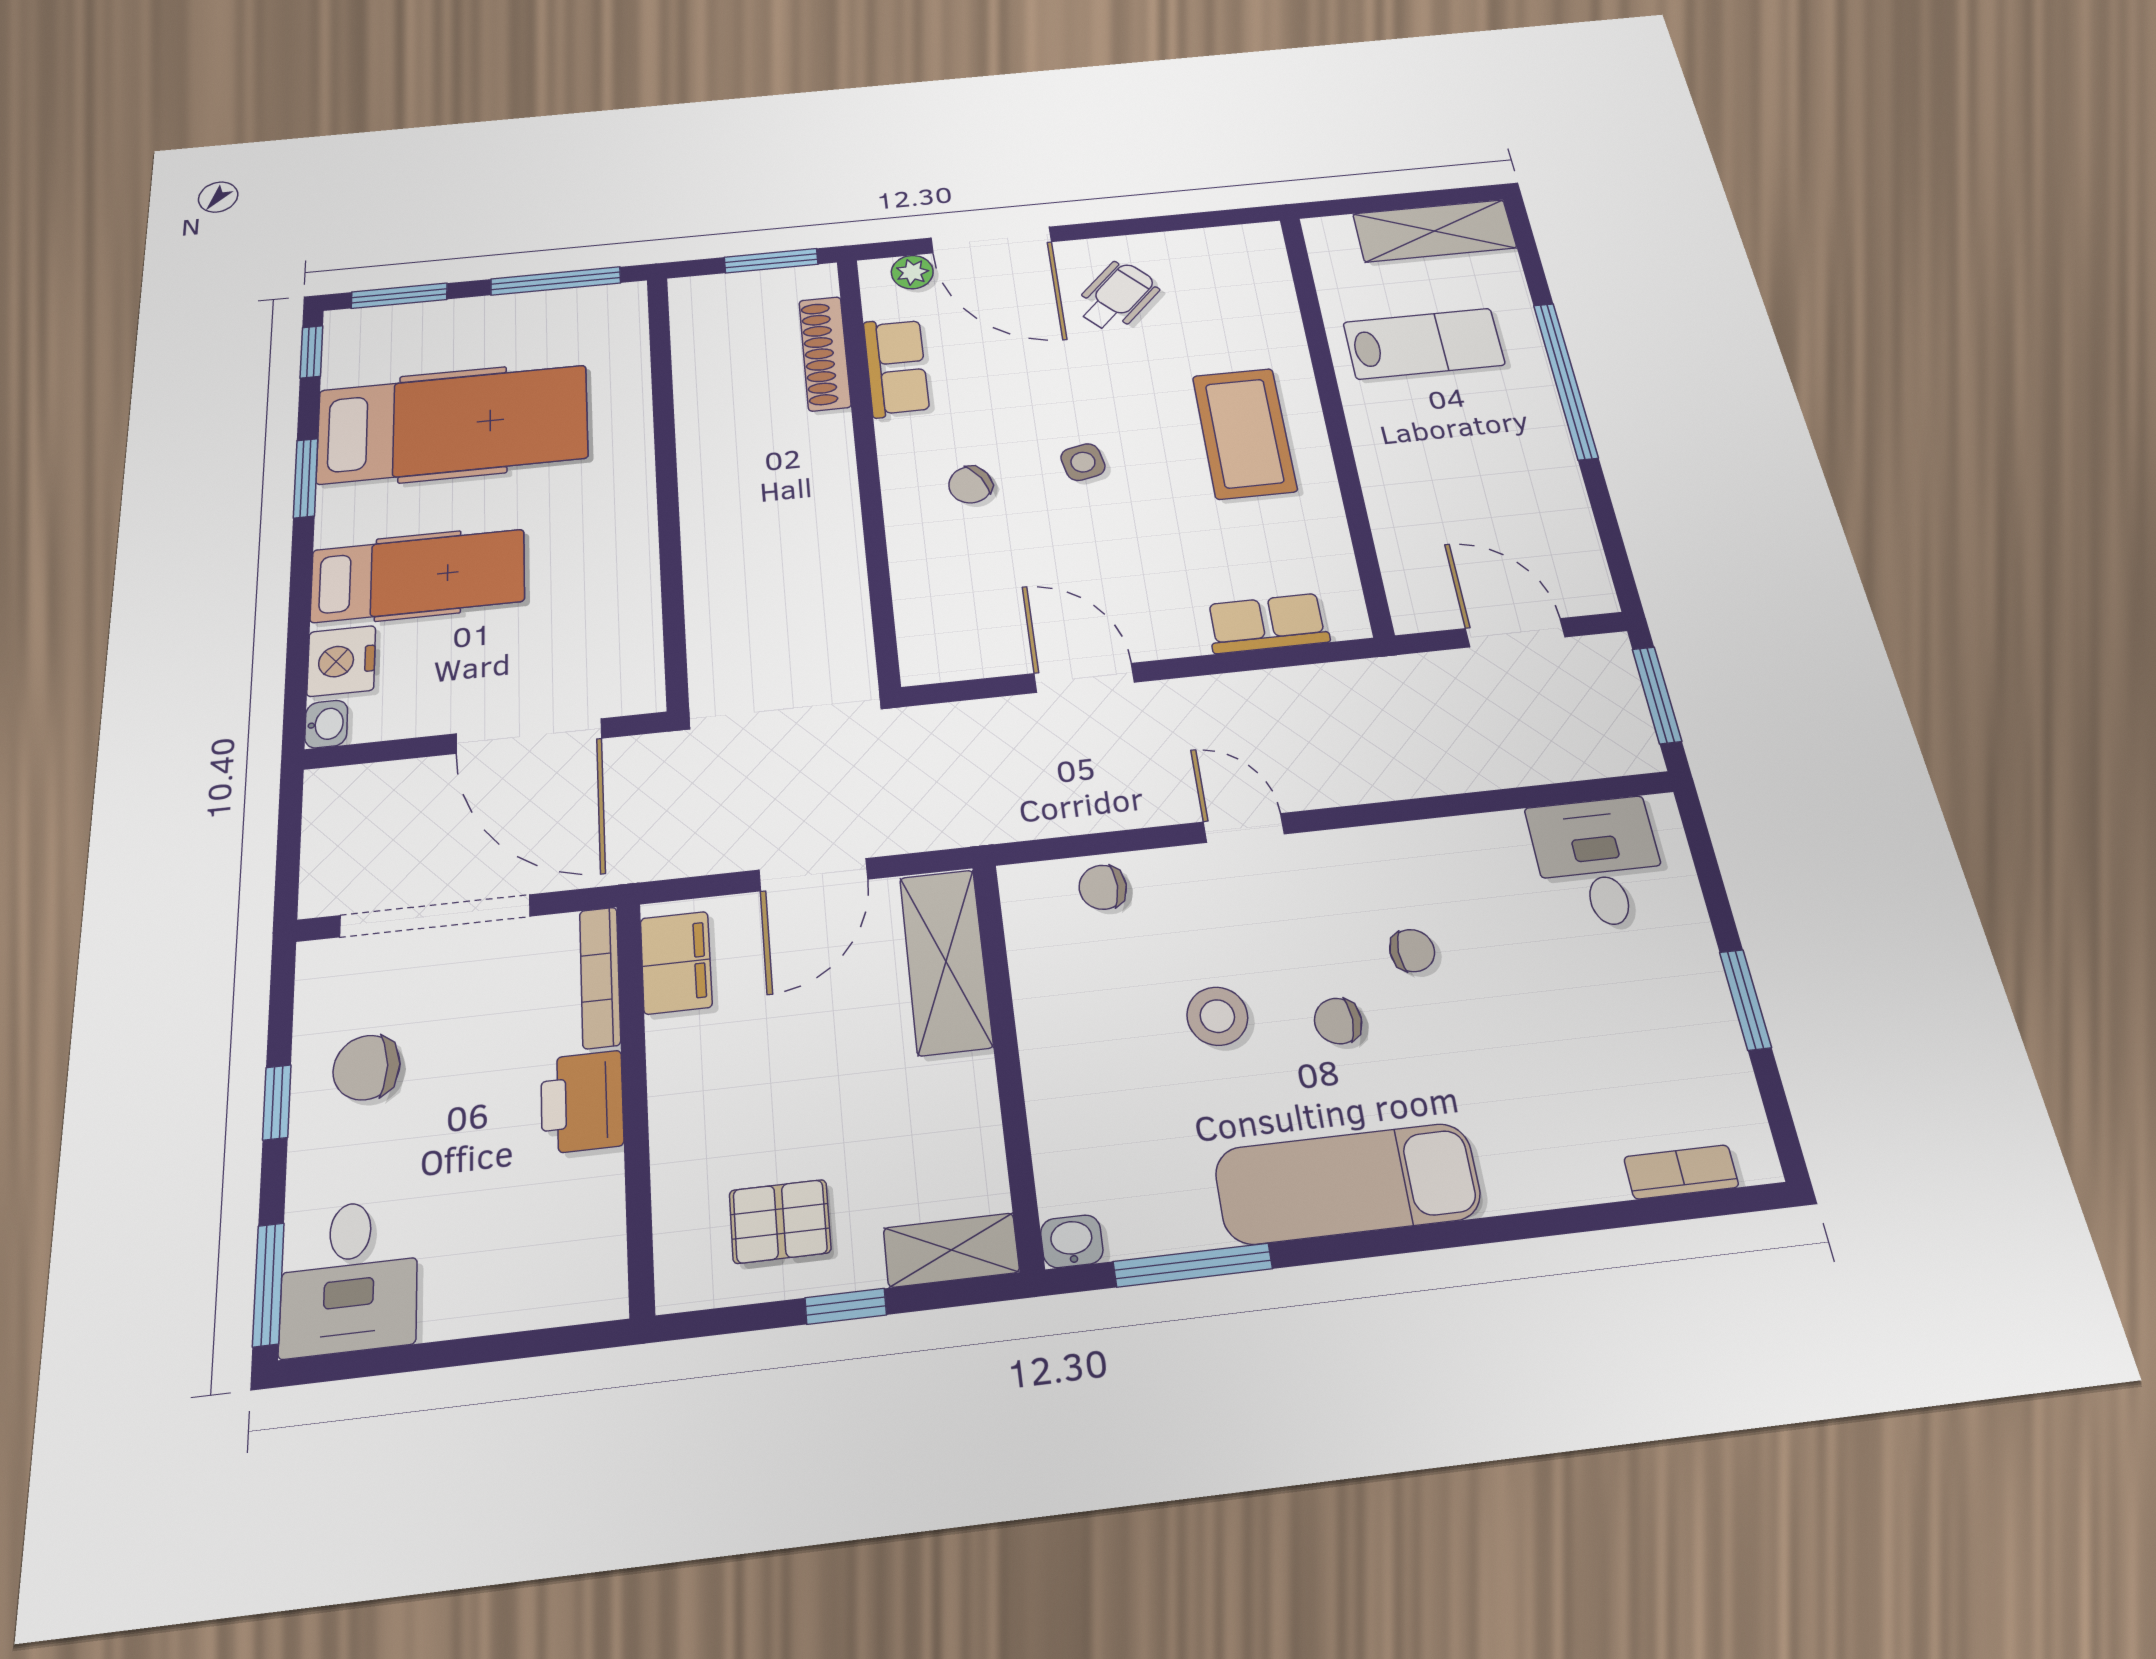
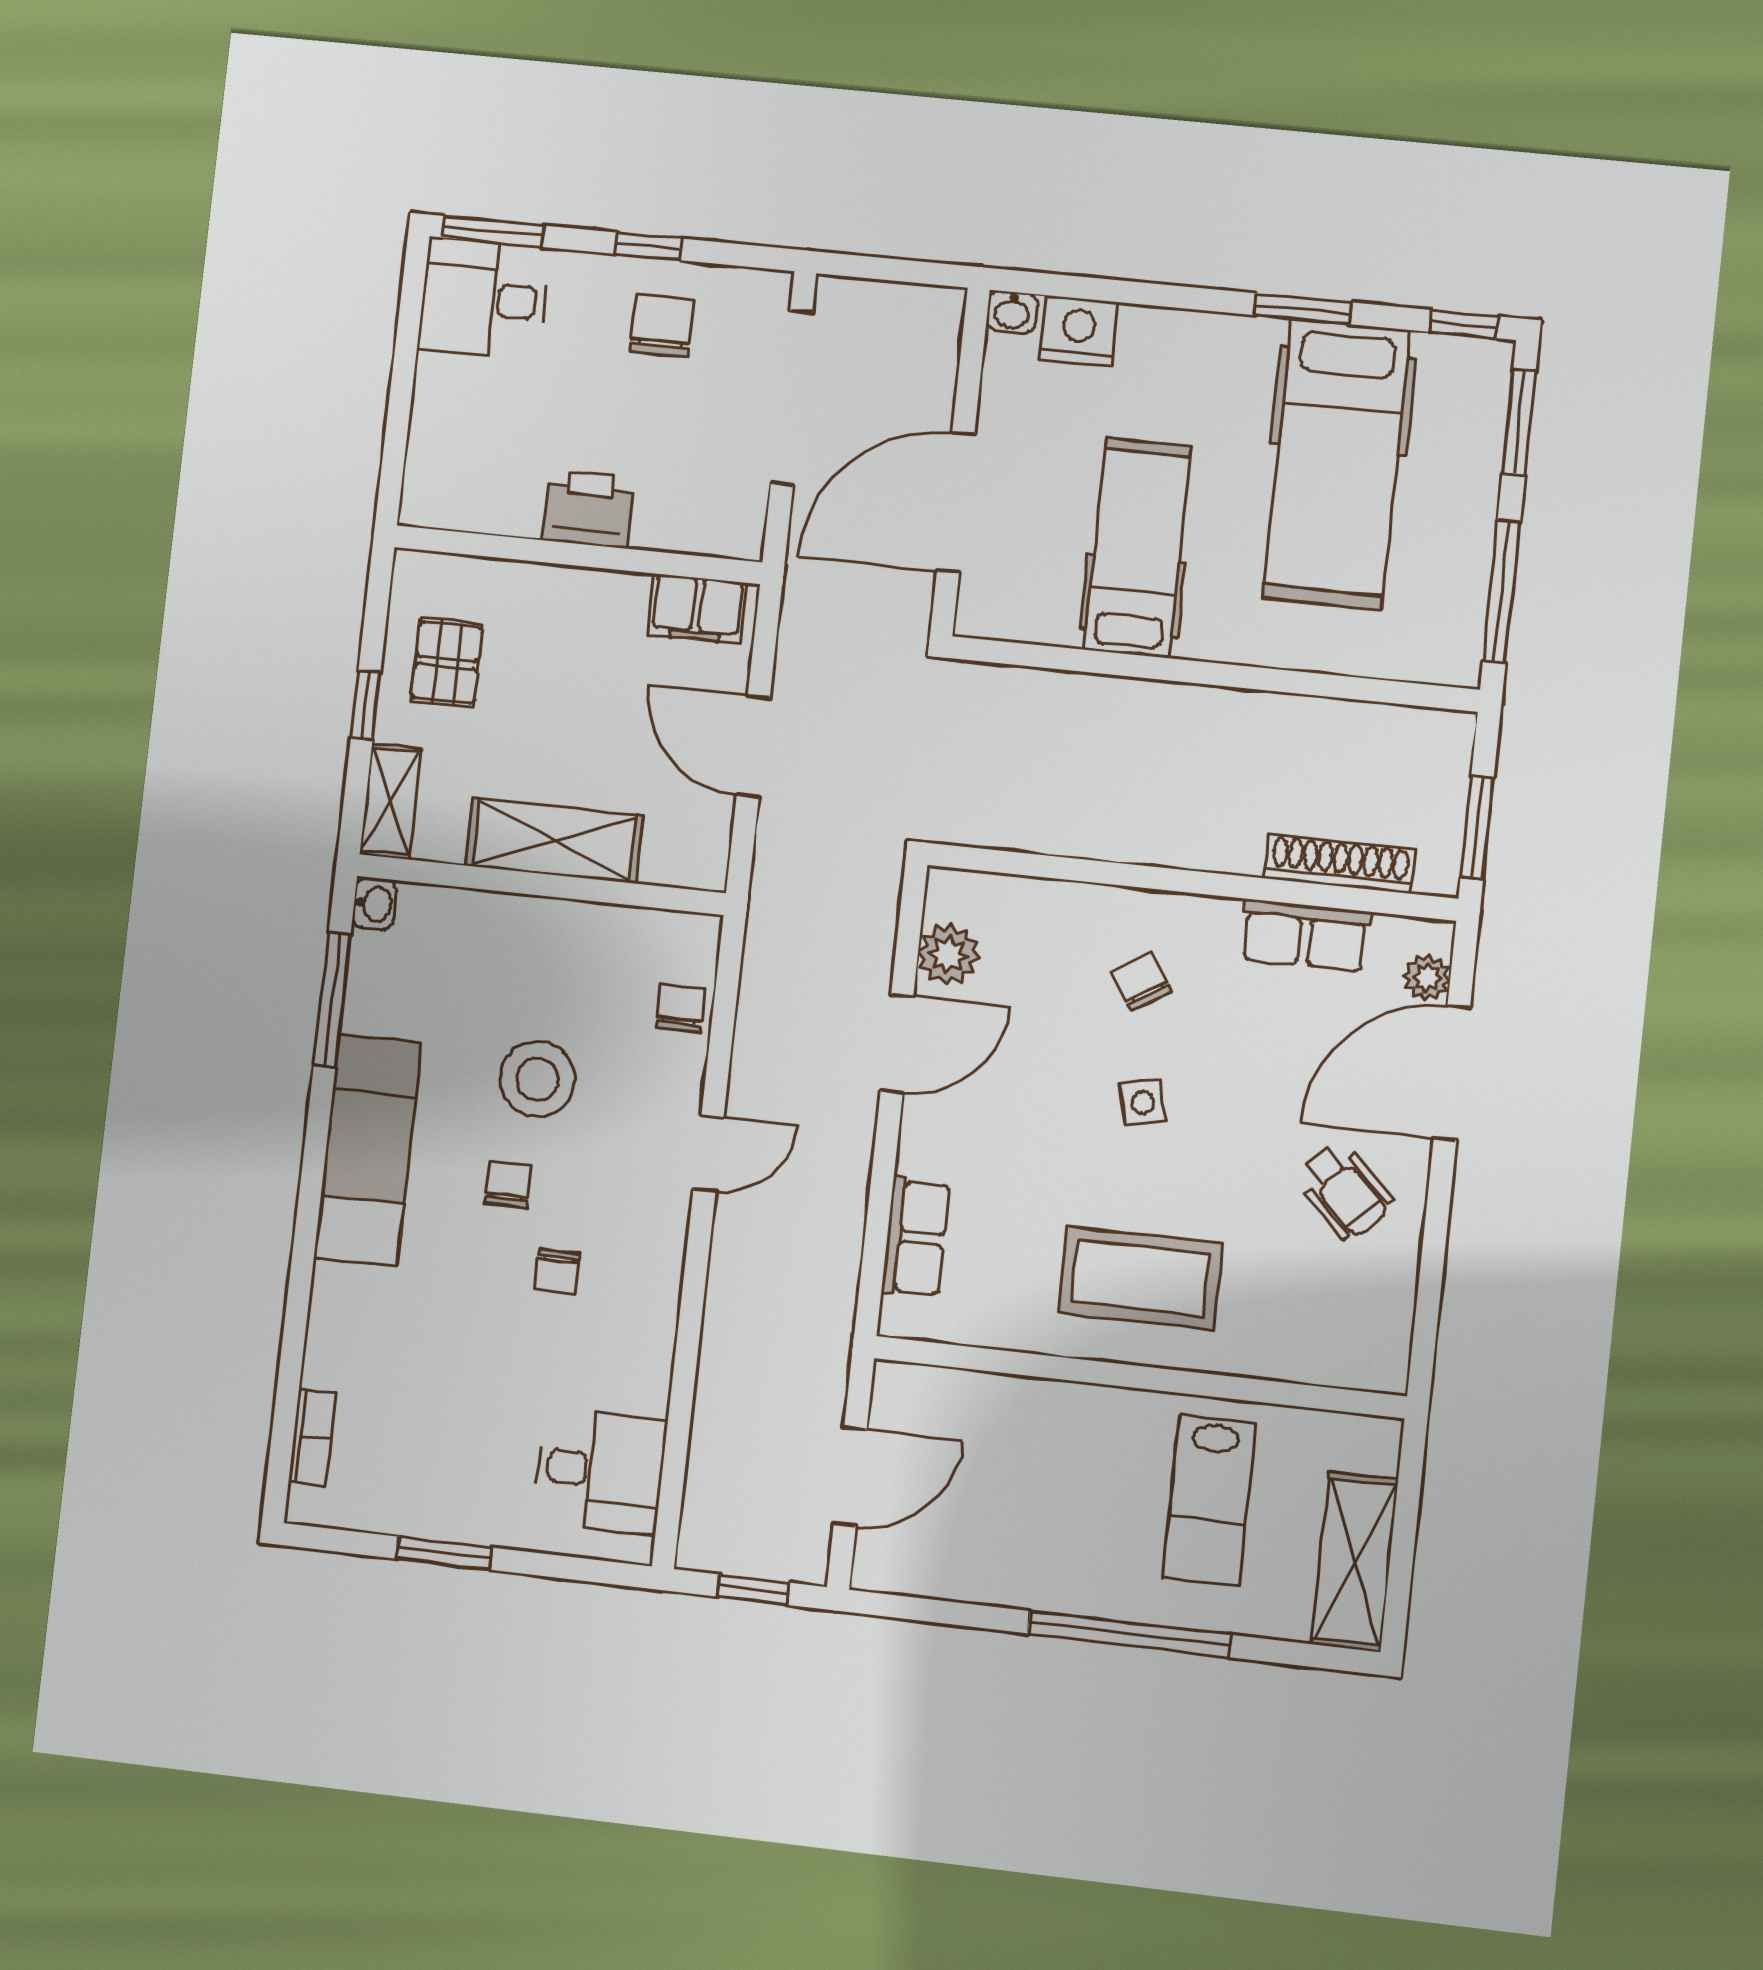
hospital bed: (418, 576) -> (1138, 548), moved, turned 180
plant: (985, 650) -> (949, 955), added
window: (1657, 695) -> (753, 1590), width x0.67
shelving: (946, 961) -> (554, 841), moved
bookcase: (600, 977) -> (699, 539), removed
stool: (1217, 1016) -> (537, 1079), width x1.38, depth x1.38

